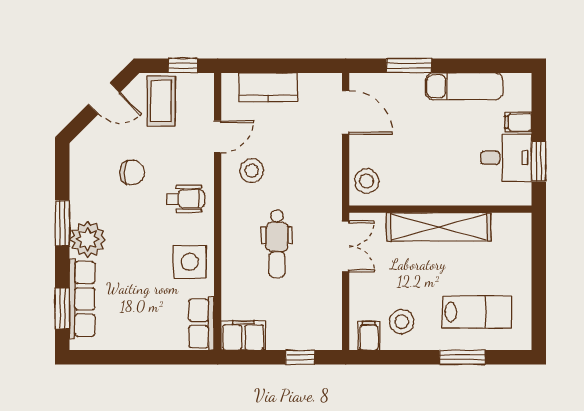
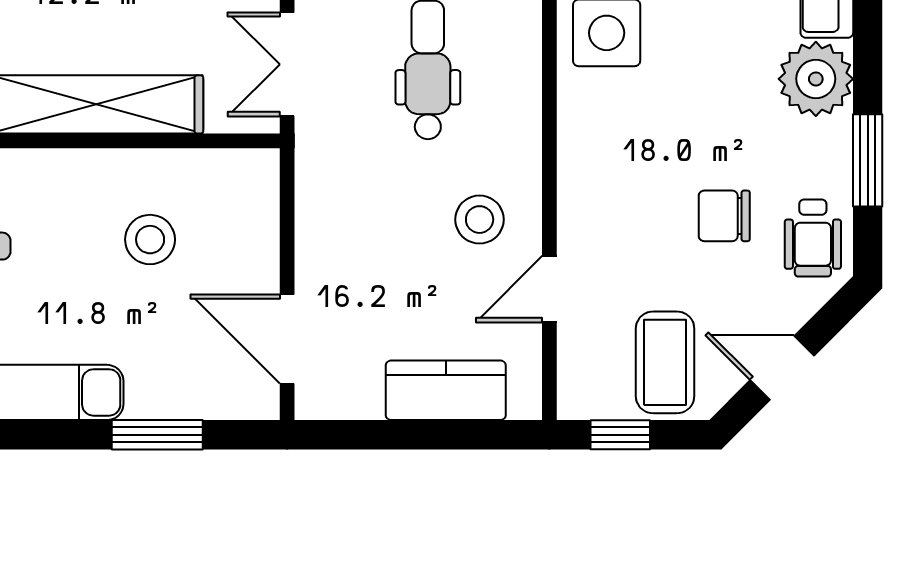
stool: (367, 181) -> (150, 240), moved
wheelchair: (186, 199) -> (813, 238), moved, turned -90
window: (62, 223) -> (868, 160), moved

